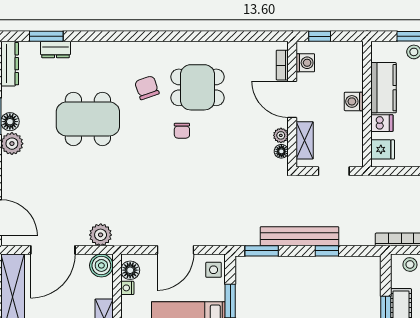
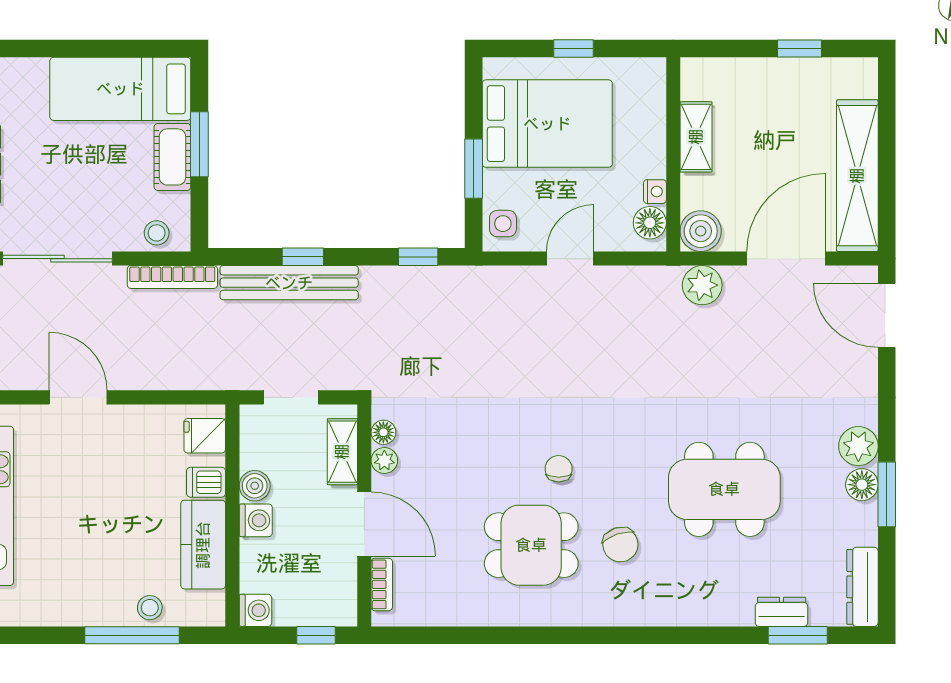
washing machine: (305, 63) -> (255, 610), moved, turned 180
boiler: (354, 121) -> (255, 486), added
bench: (300, 236) -> (289, 283), moved
door: (175, 250) -> (570, 259), width x0.73
window: (262, 251) -> (418, 257), width x0.67

